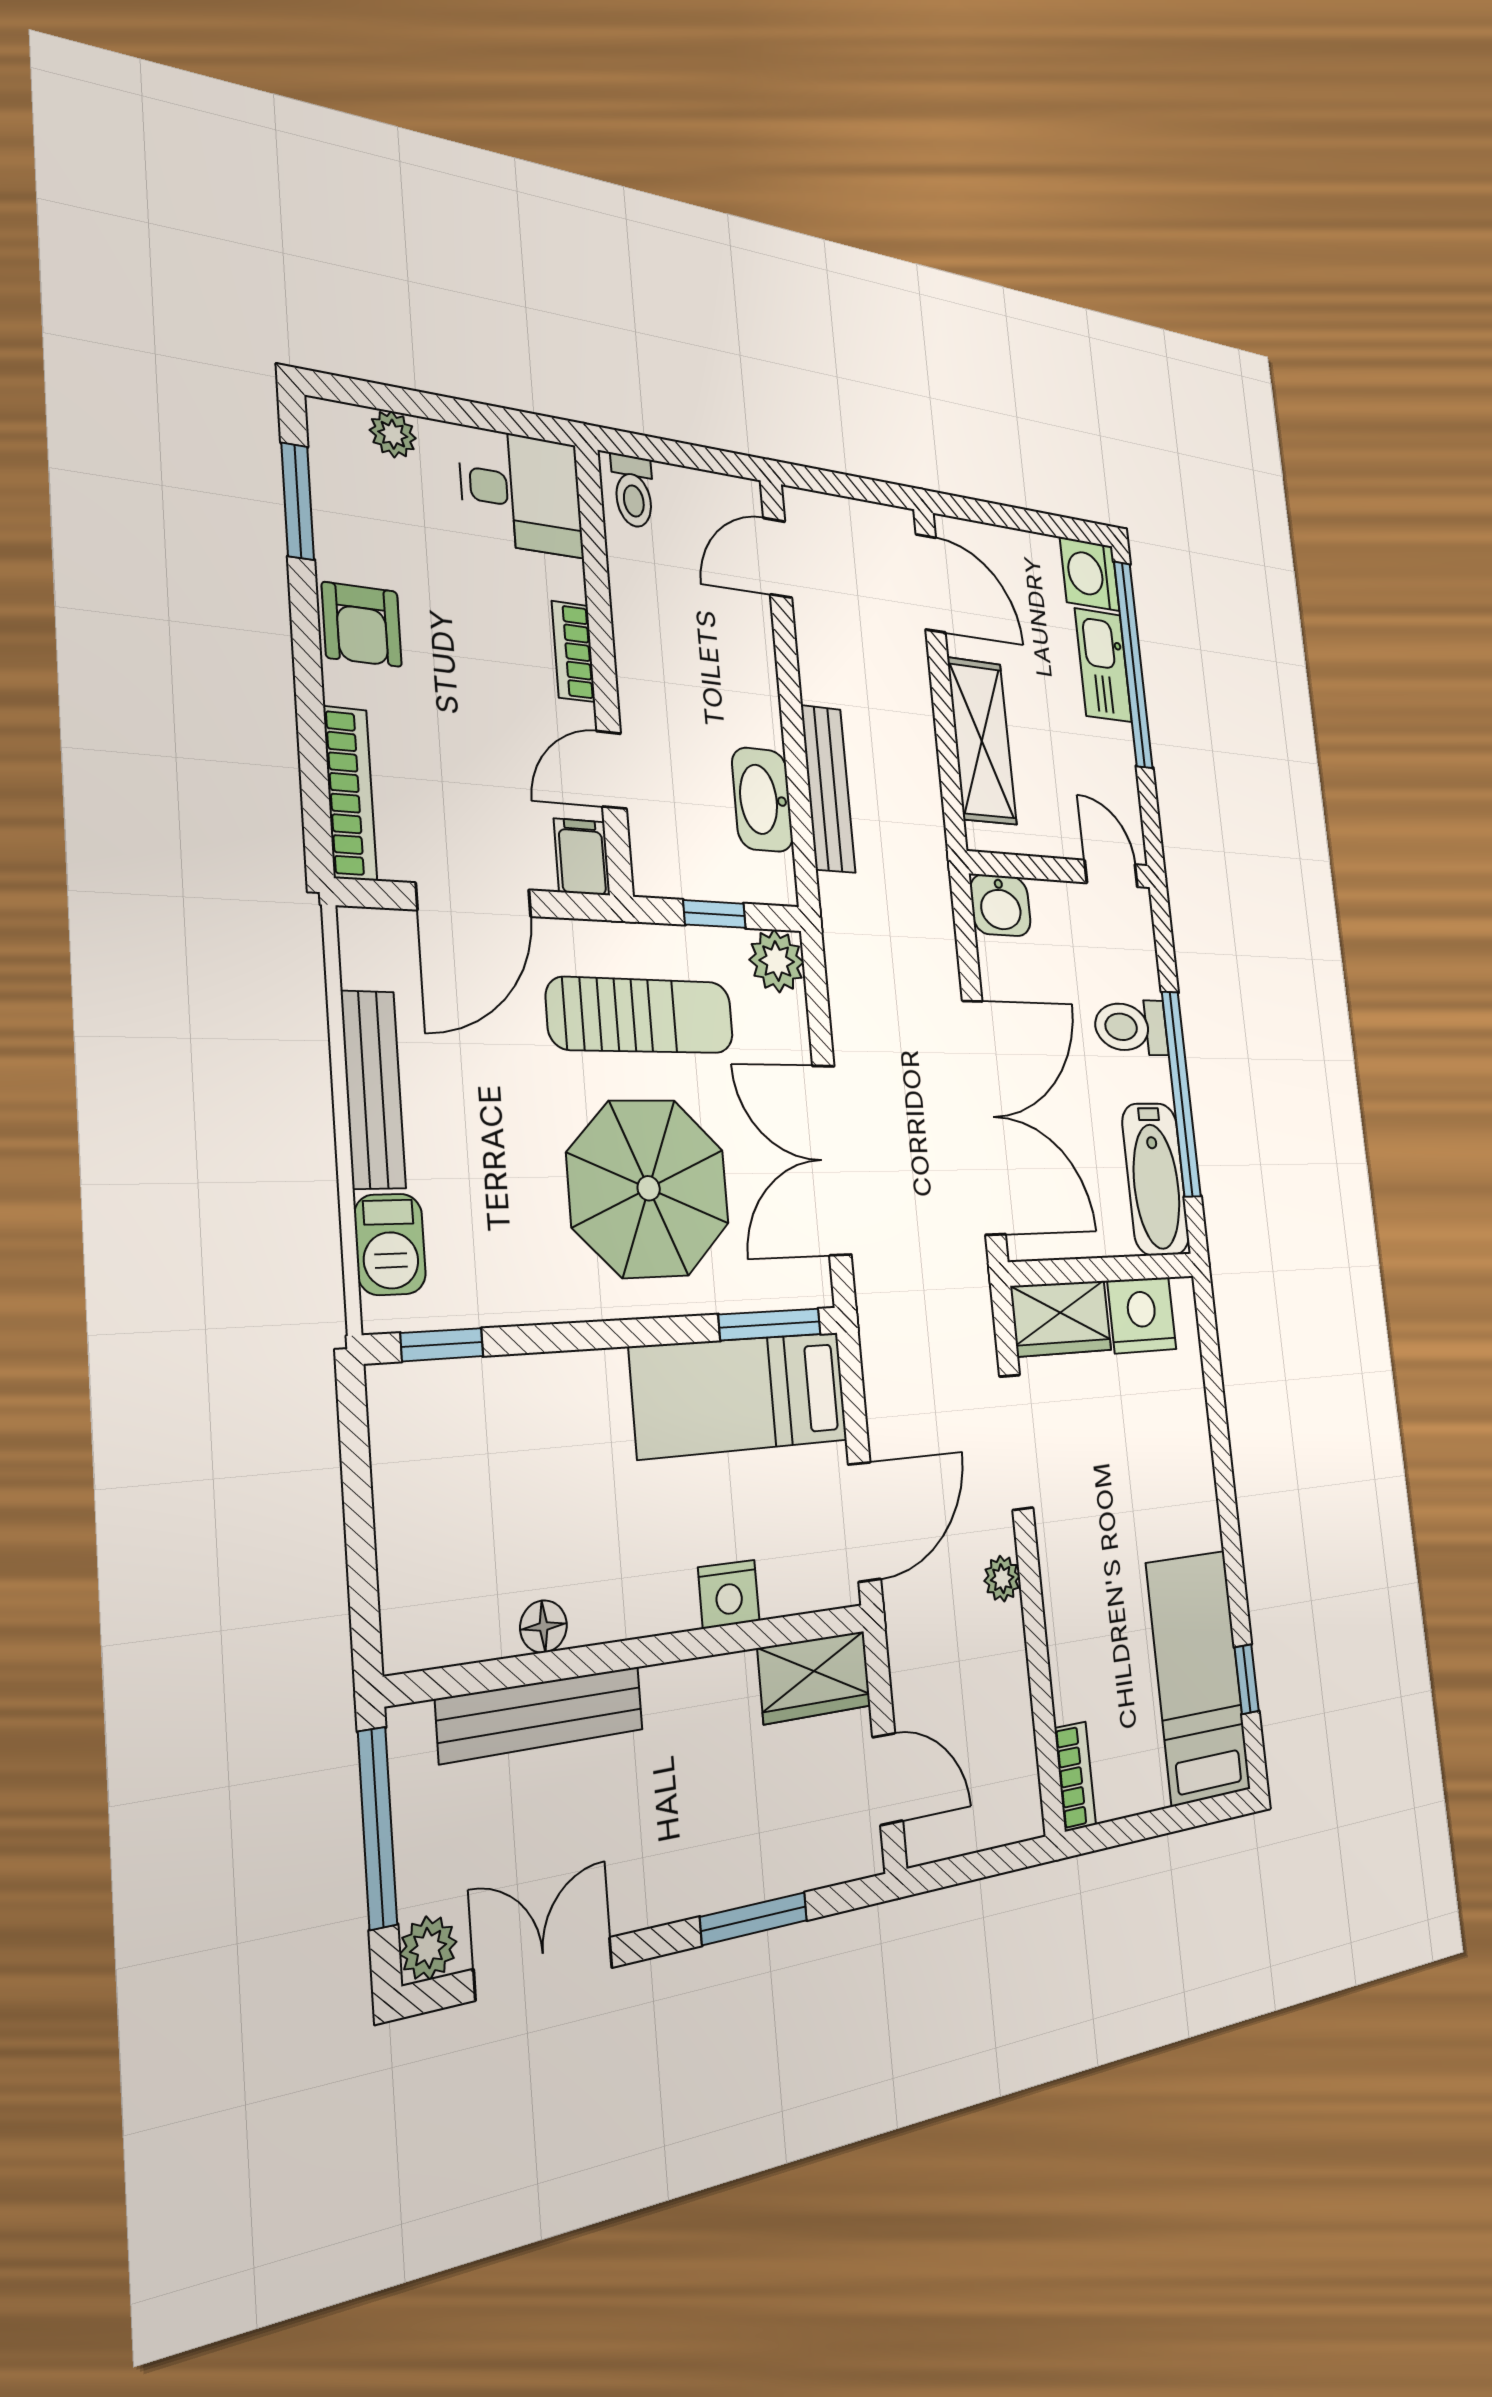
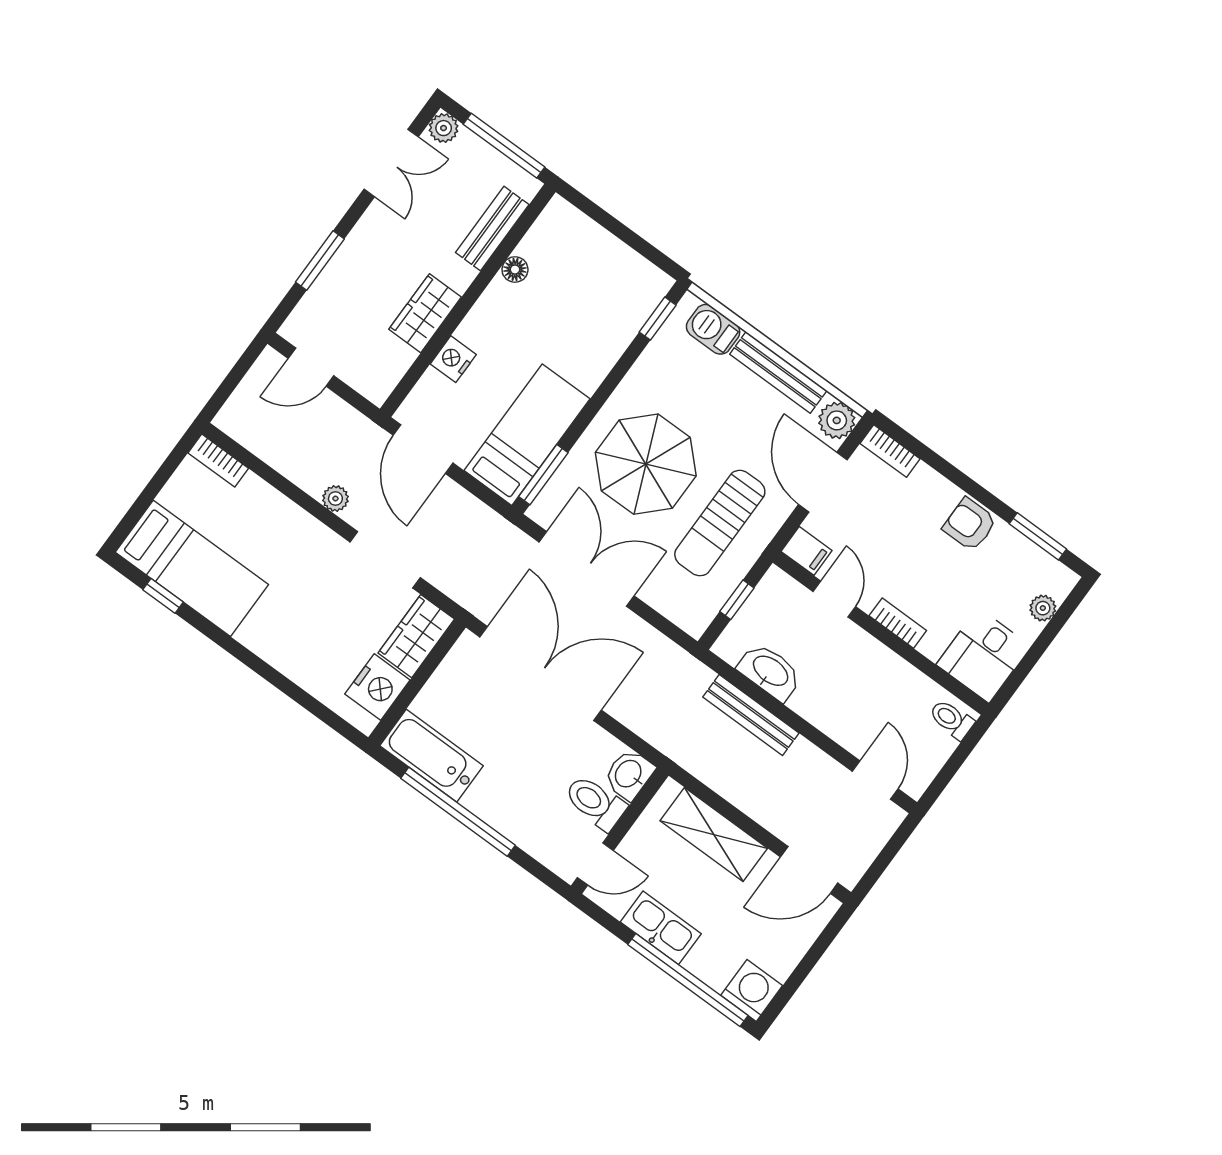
kitchen sink: (1103, 665) -> (661, 928), moved
bookcase: (350, 793) -> (890, 451), width x0.64
plant: (777, 961) -> (837, 420), moved
toilet: (1131, 1027) -> (595, 803), moved, turned -90
double door: (984, 1117) -> (541, 673), swing flipped
wardrobe: (815, 1677) -> (425, 313), moved
bench: (541, 1714) -> (492, 229), width x0.73

